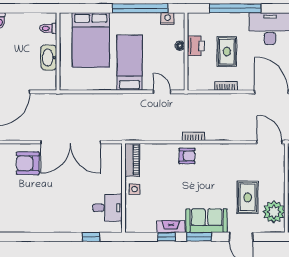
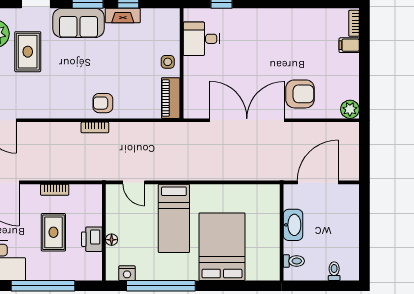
toilet: (48, 28) -> (294, 261), moved
wall: (58, 52) -> (282, 232), moved
washbasin: (49, 58) -> (293, 225), moved

